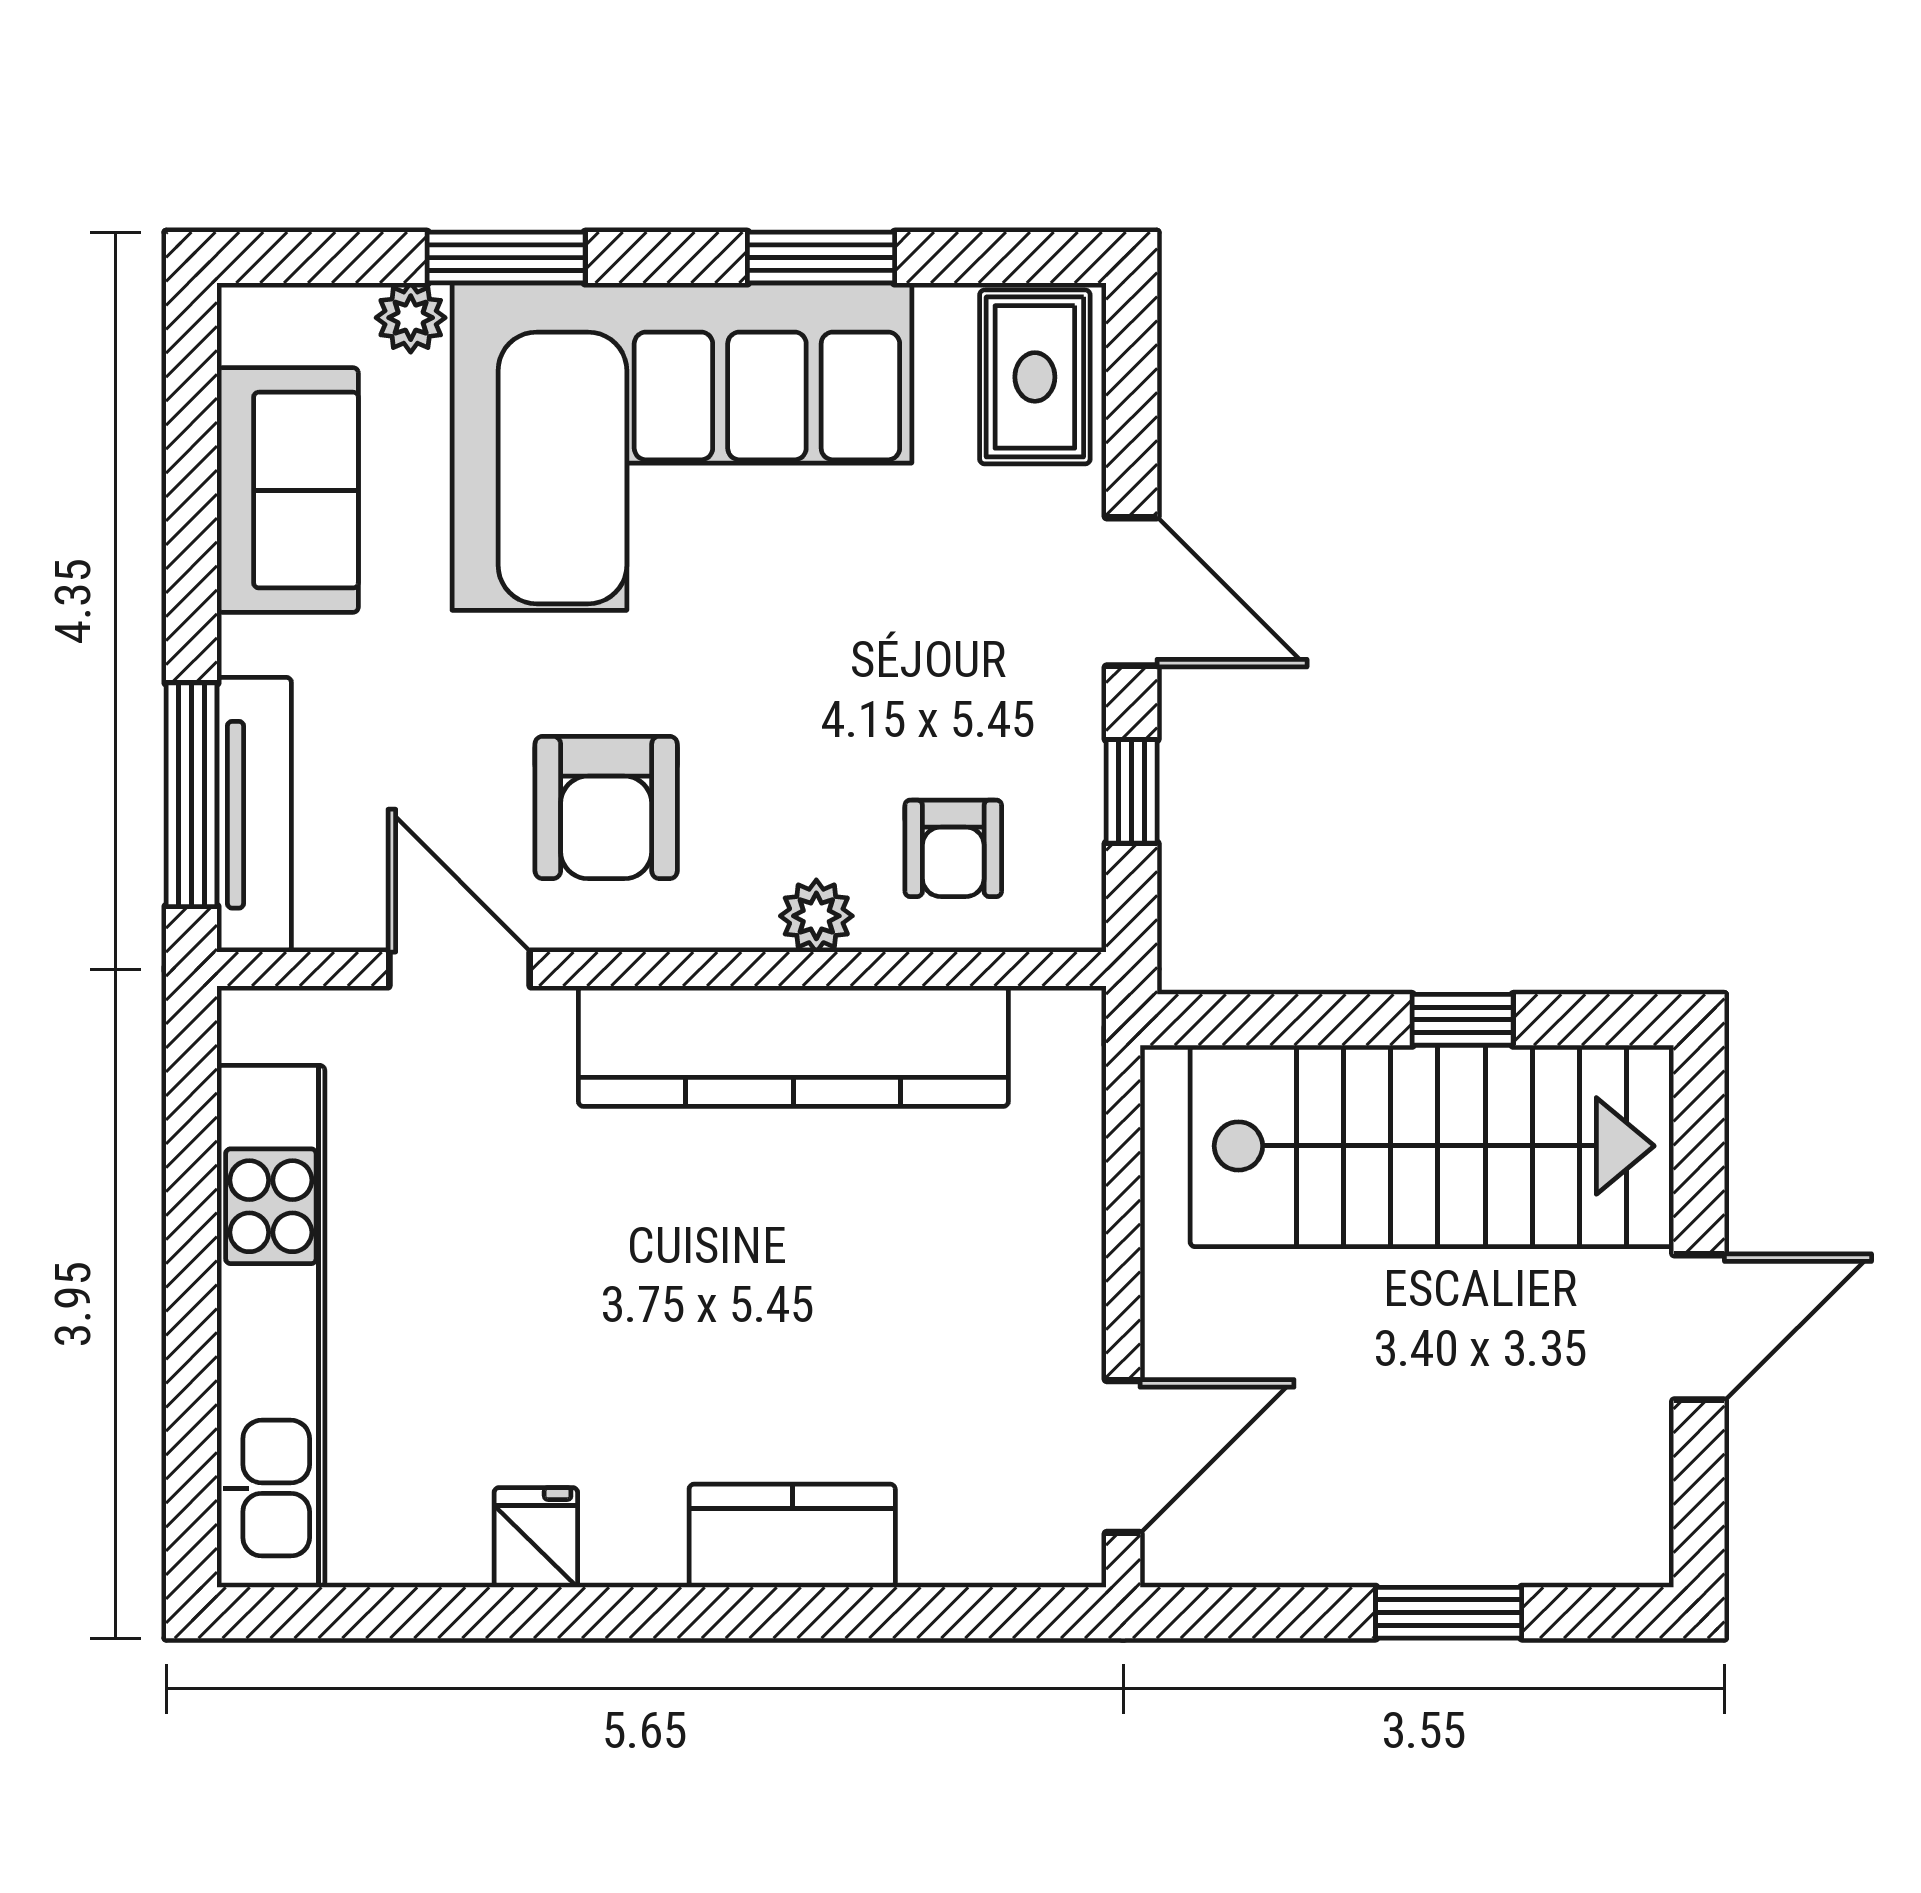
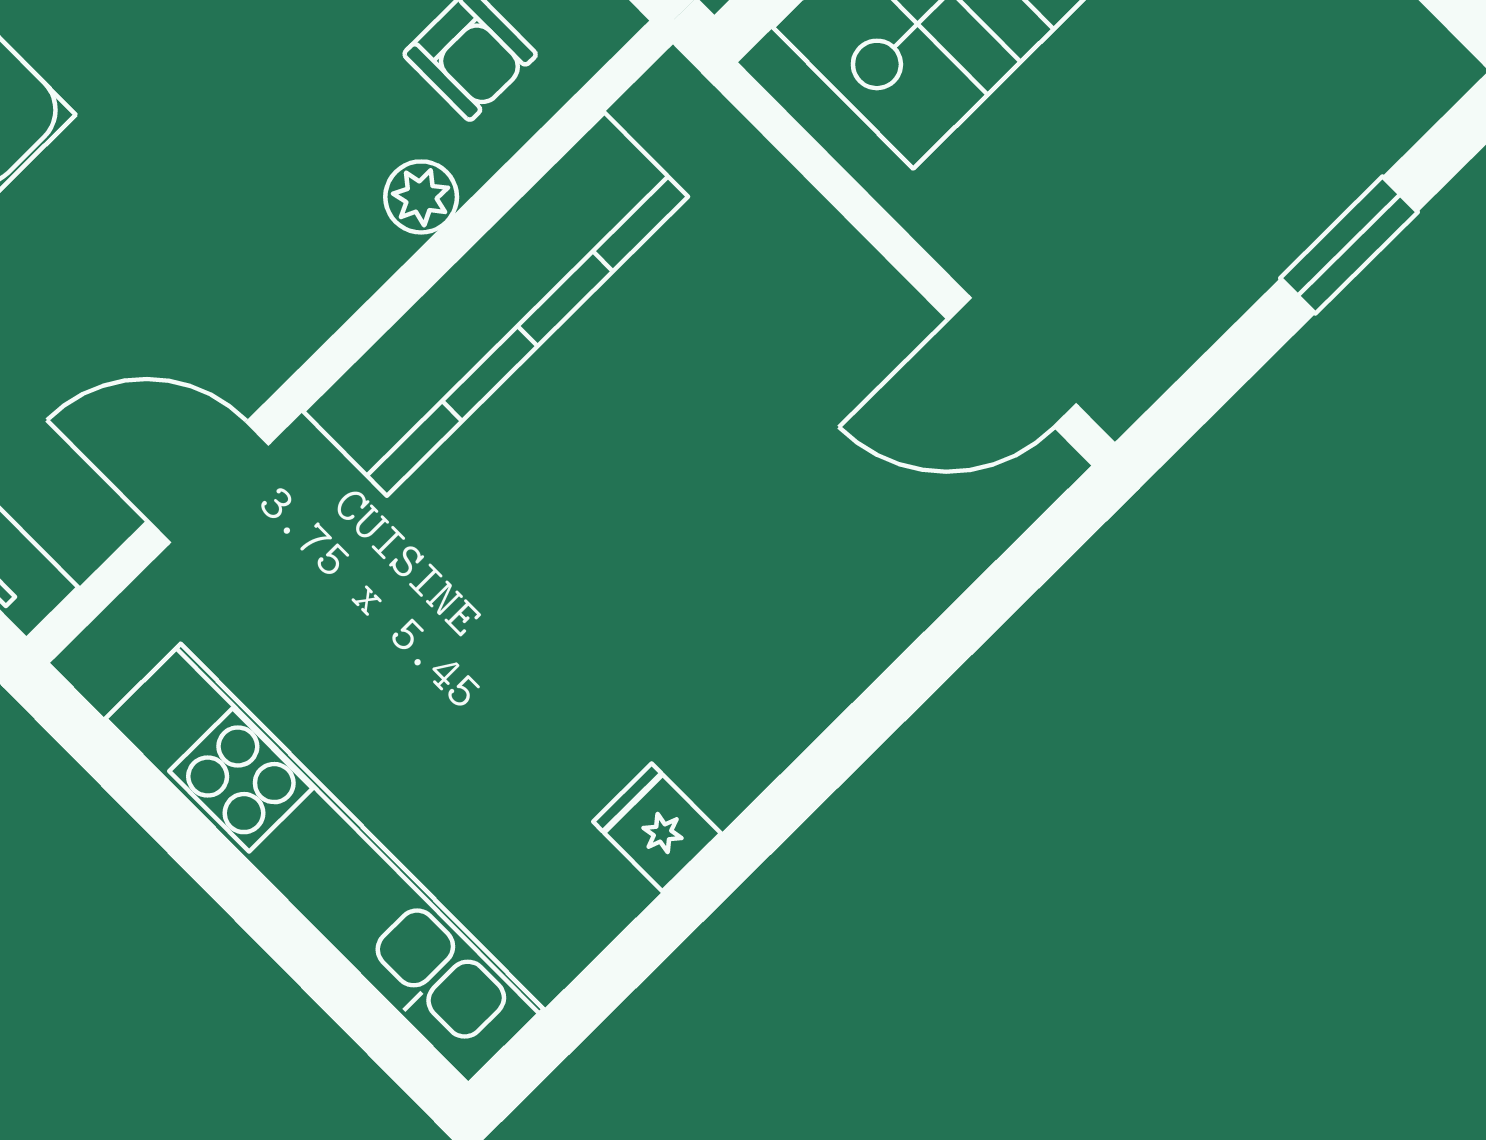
armchair: (606, 807) -> (198, 267), removed
door: (1123, 1456) -> (1012, 362), swing flipped
kitchen counter: (792, 1536) -> (835, 648), removed

